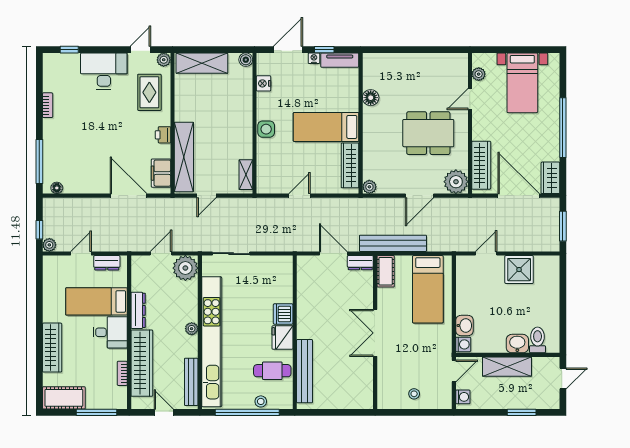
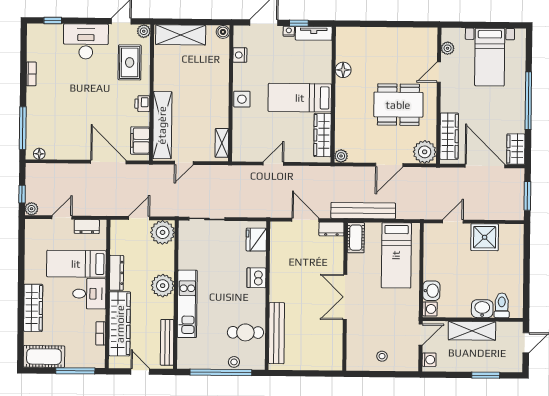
plant: (192, 329) -> (163, 286), width x1.88, depth x1.88
fridge: (282, 338) -> (256, 240), moved
kitchen unit: (212, 342) -> (187, 304), width x0.54

